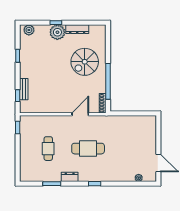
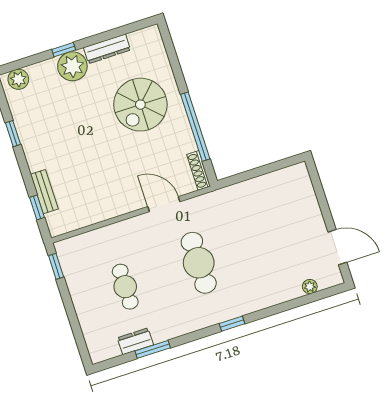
door: (80, 114) -> (164, 204), hinge flipped
cafe table: (88, 149) -> (199, 263), turned 90
dresser: (70, 177) -> (135, 341), moved

